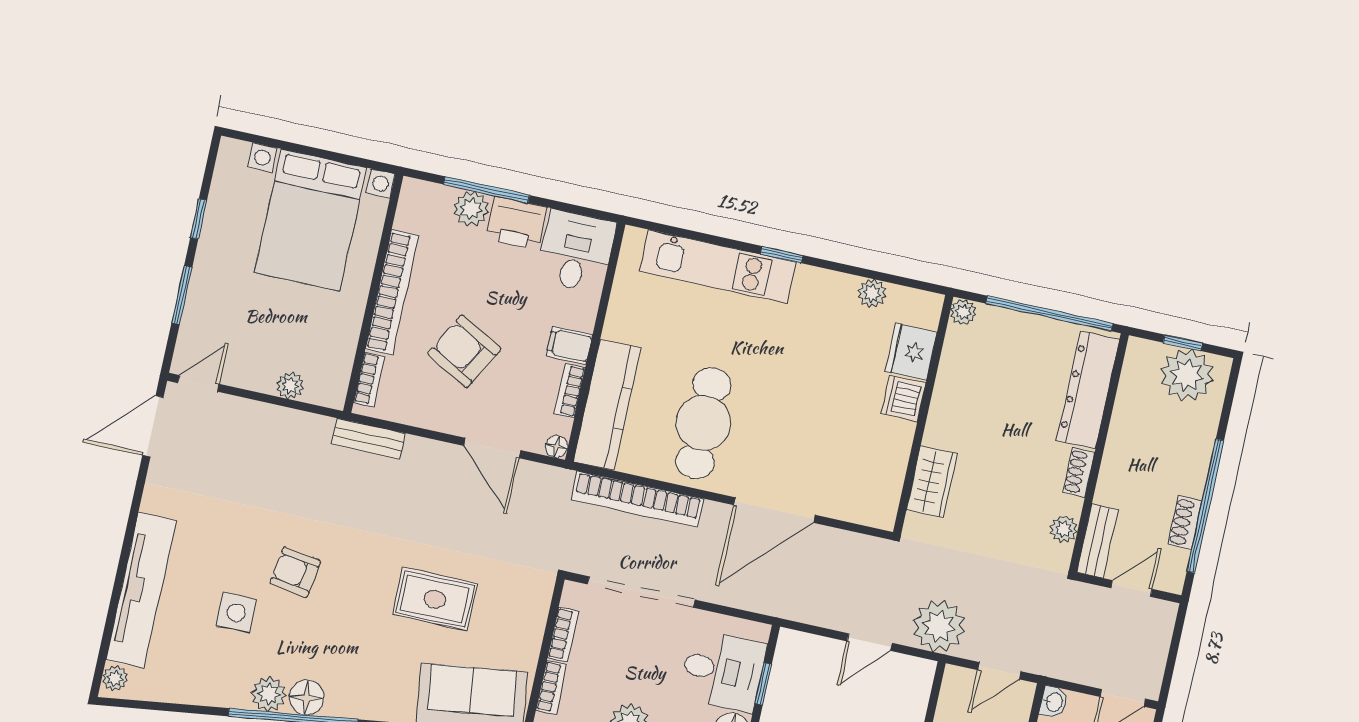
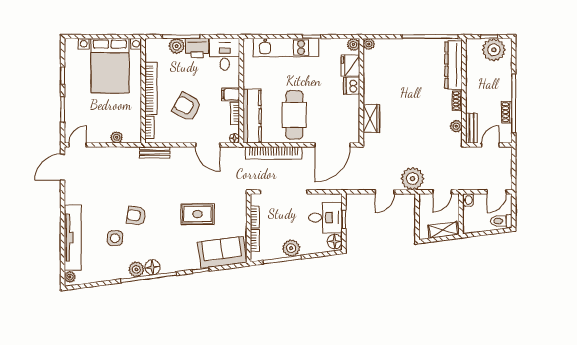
plant: (963, 312) -> (369, 44), moved
fridge: (911, 352) -> (350, 66), moved
dishwasher: (904, 398) -> (352, 86), moved
wall: (923, 414) -> (361, 91), moved
wardrobe: (932, 482) -> (371, 118), moved

